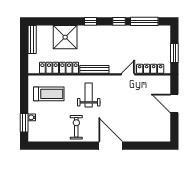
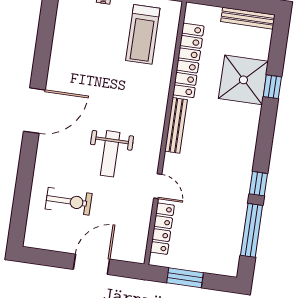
window: (90, 21) -> (272, 87), moved
weight bench: (89, 95) -> (110, 154), moved, turned 90
exercise bike: (76, 127) -> (69, 201), moved
door: (111, 146) -> (34, 111), moved

